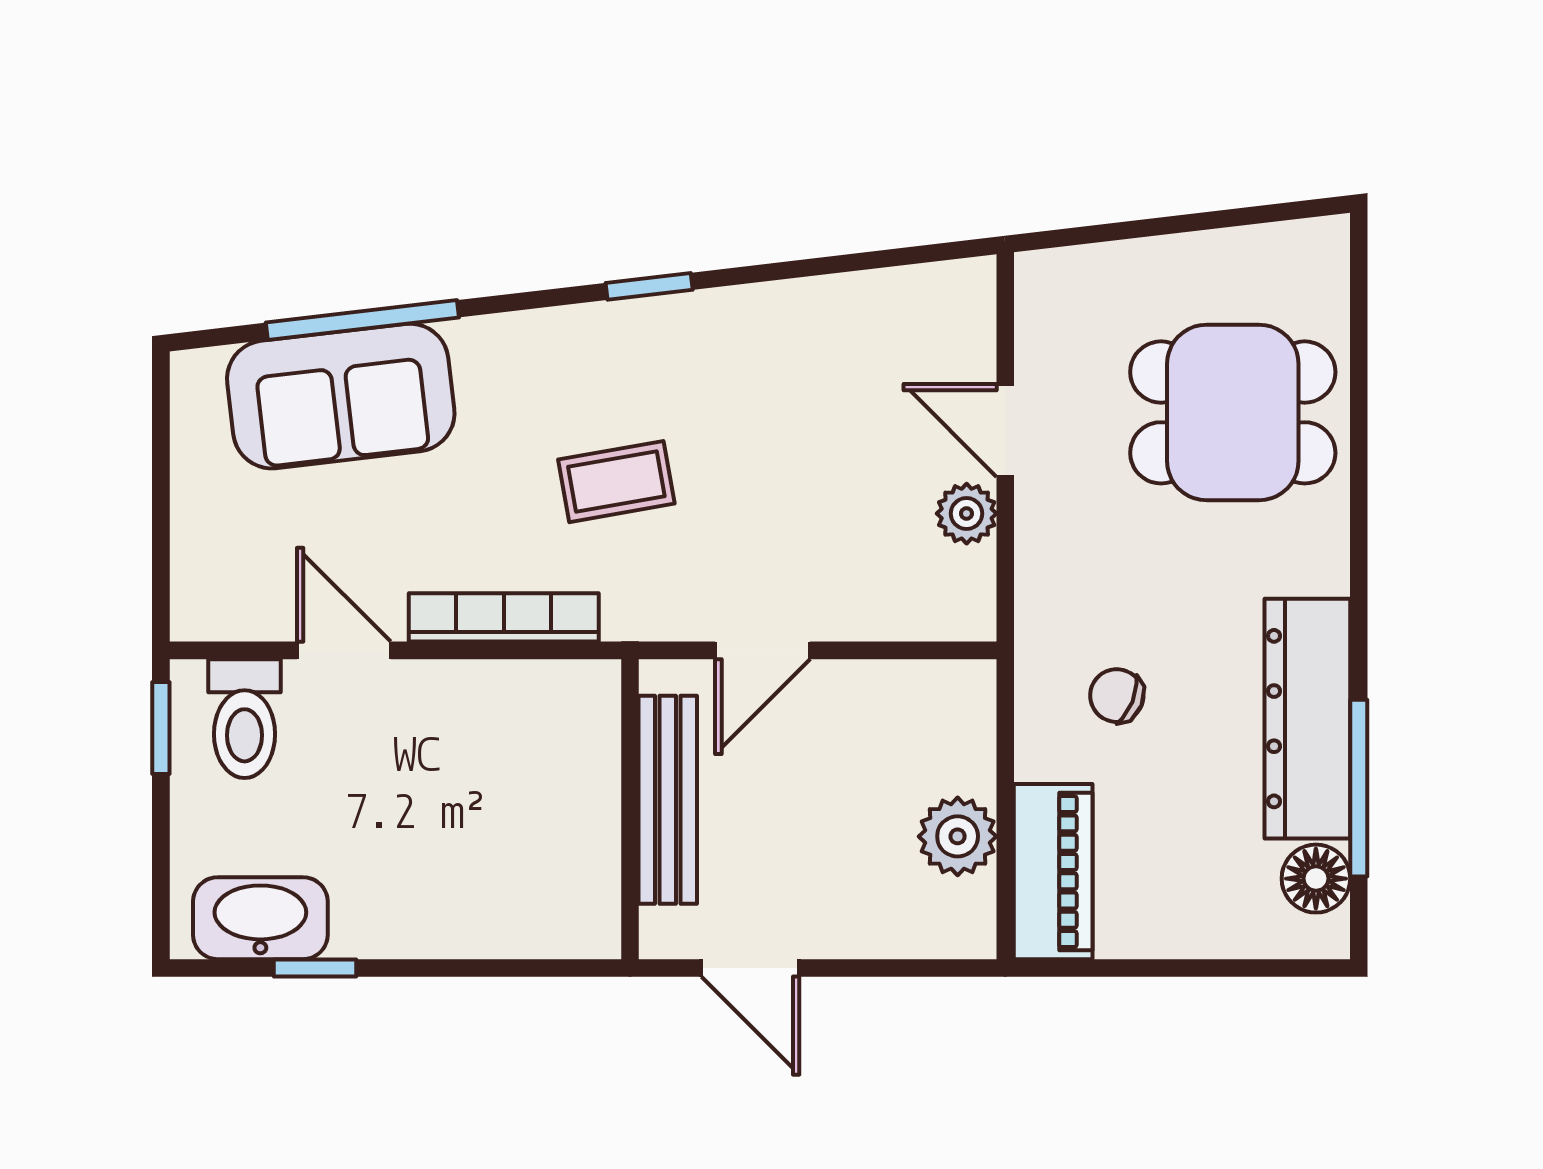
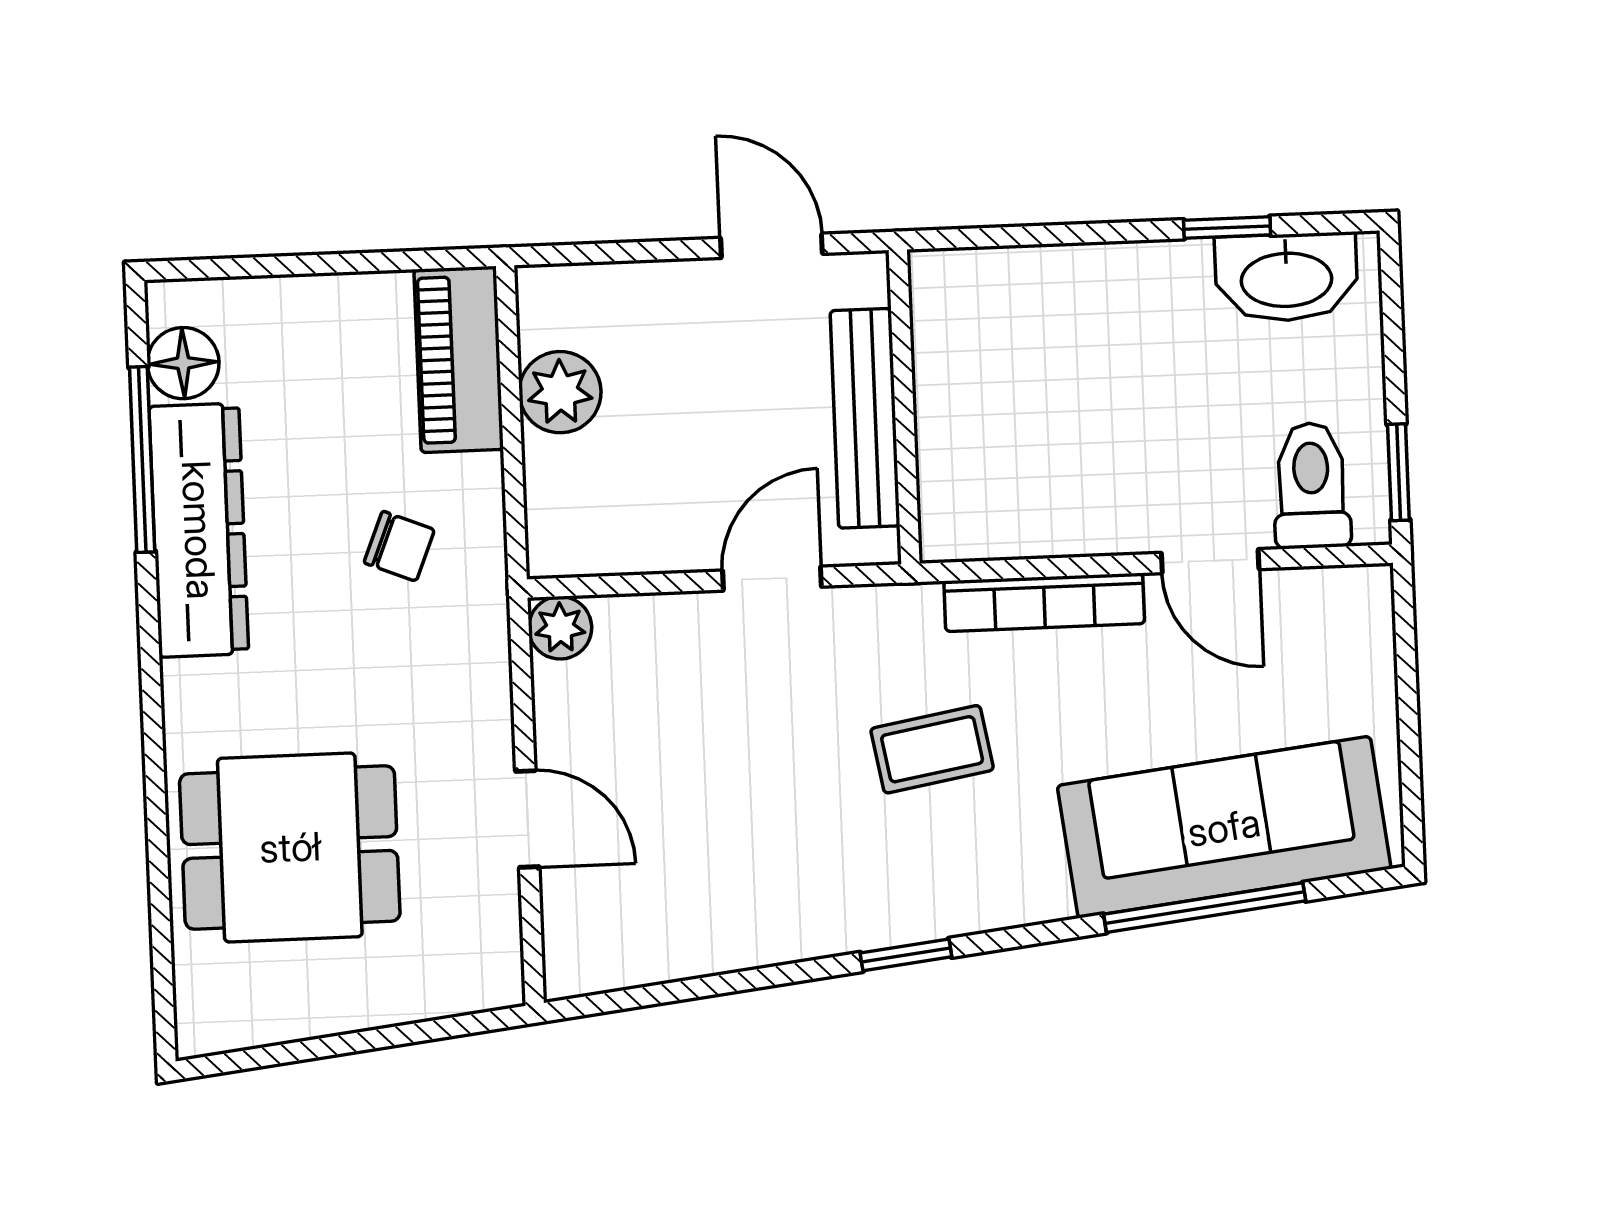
sofa: (341, 396) -> (1224, 827), width x1.36
plant: (967, 514) -> (560, 628), moved

